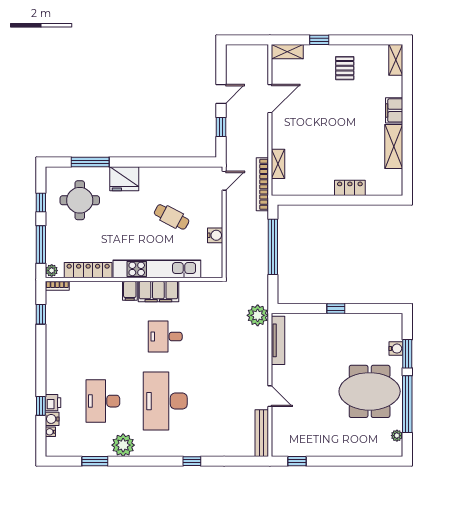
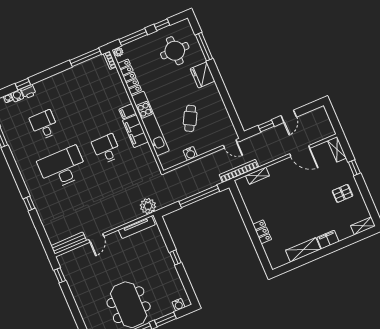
door: (221, 94) -> (289, 116), hinge flipped
window: (41, 314) -> (85, 57), width x2.17
water cooler: (396, 349) -> (178, 305), moved
desk: (103, 401) -> (44, 125), width x0.73
plant: (123, 445) -> (20, 152), removed

